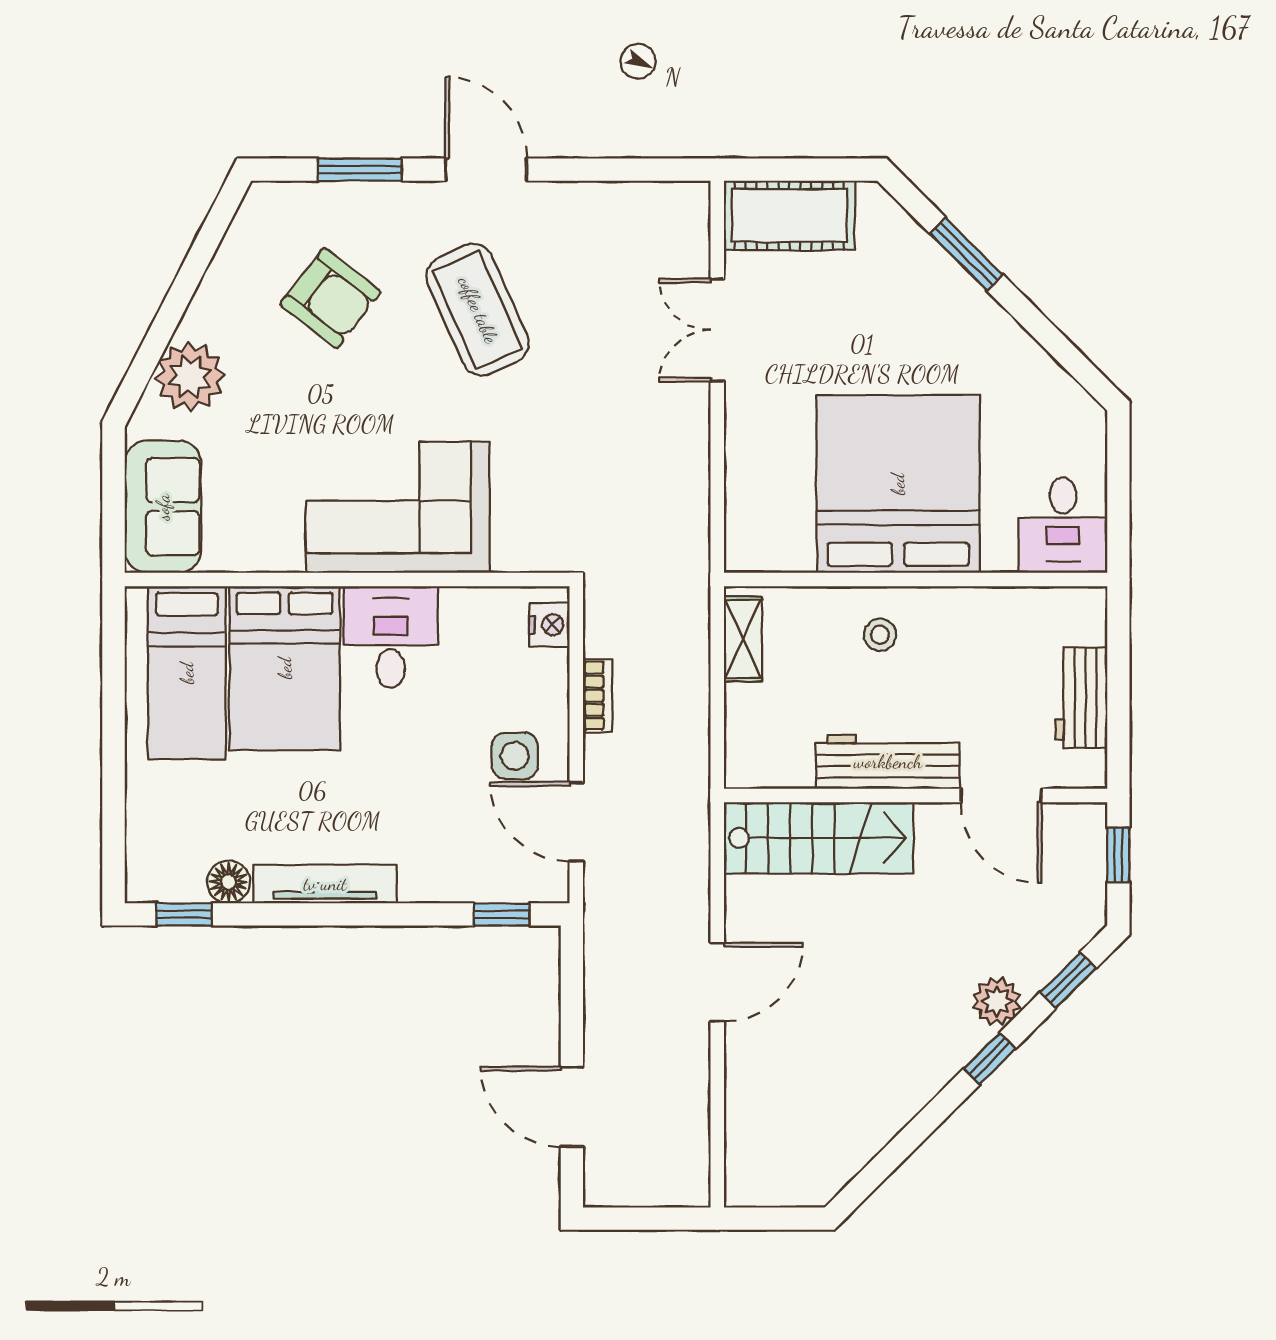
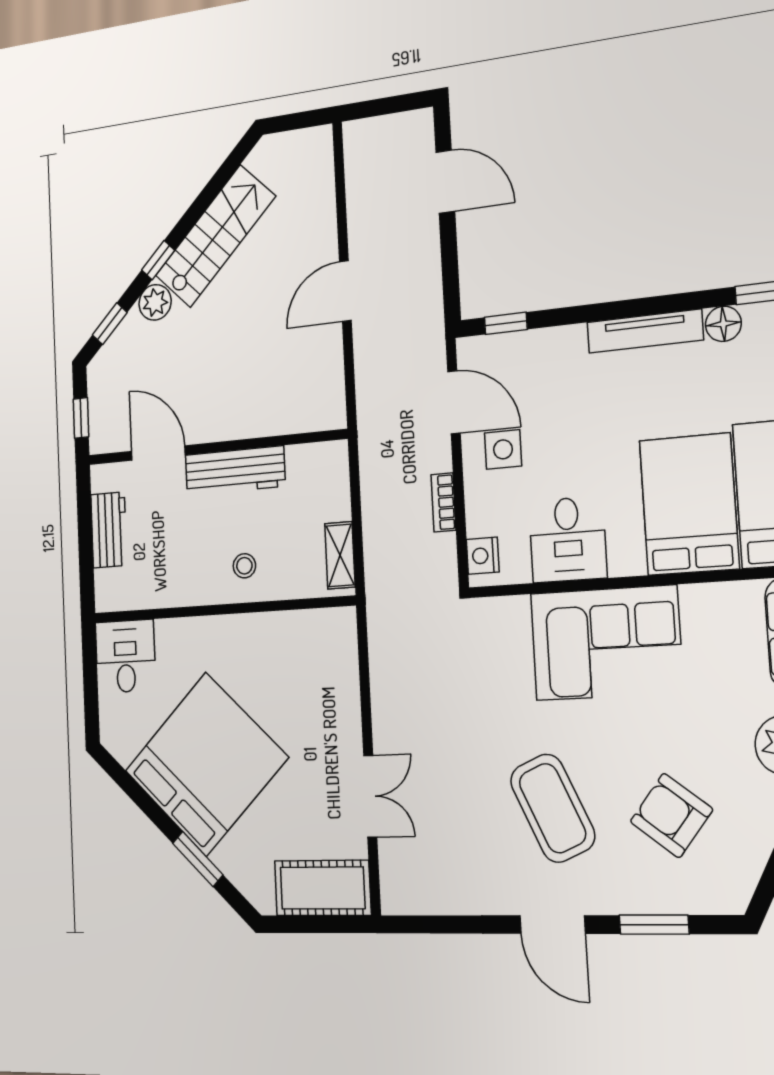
bed: (898, 484) -> (206, 764), moved, turned -135
desk: (391, 637) -> (568, 539), moved
stairs: (819, 838) -> (215, 236), moved, turned 135

